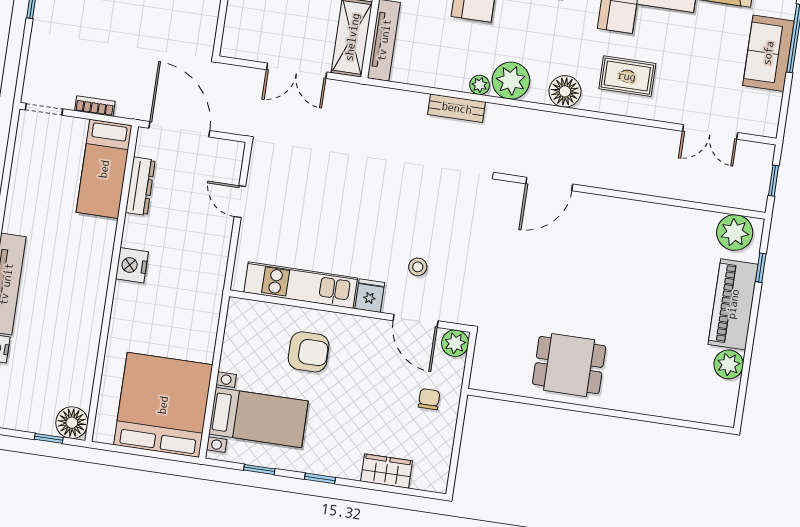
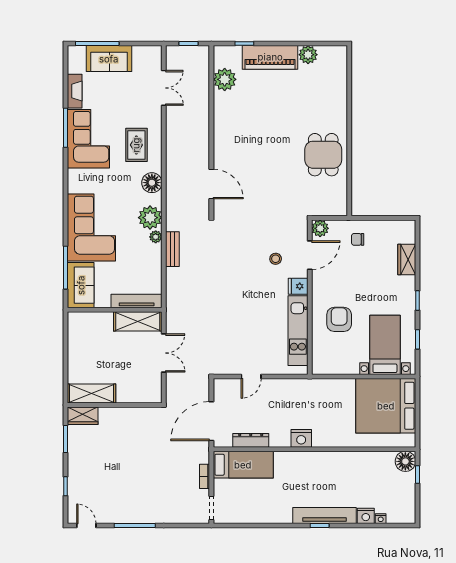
plant: (735, 232) -> (225, 79), moved

